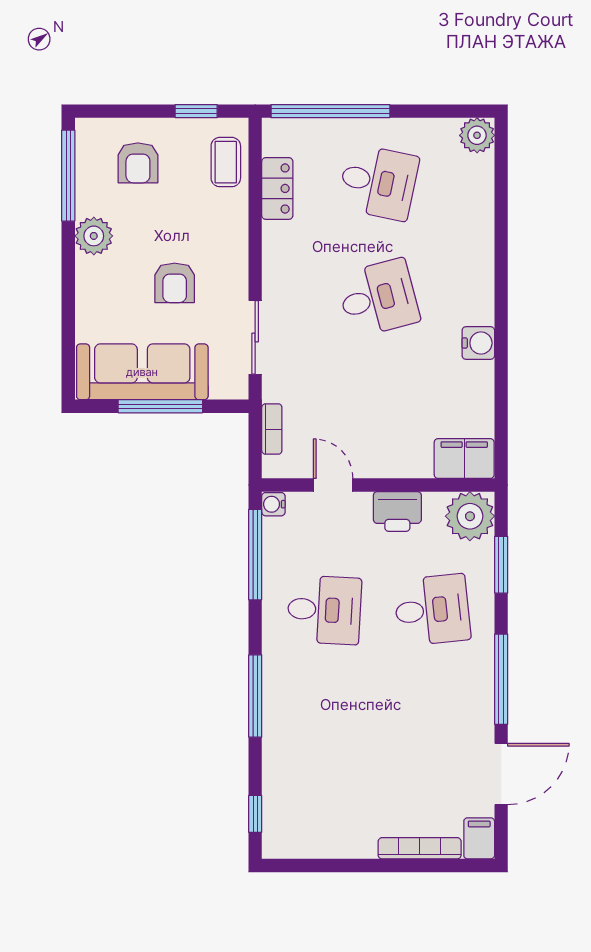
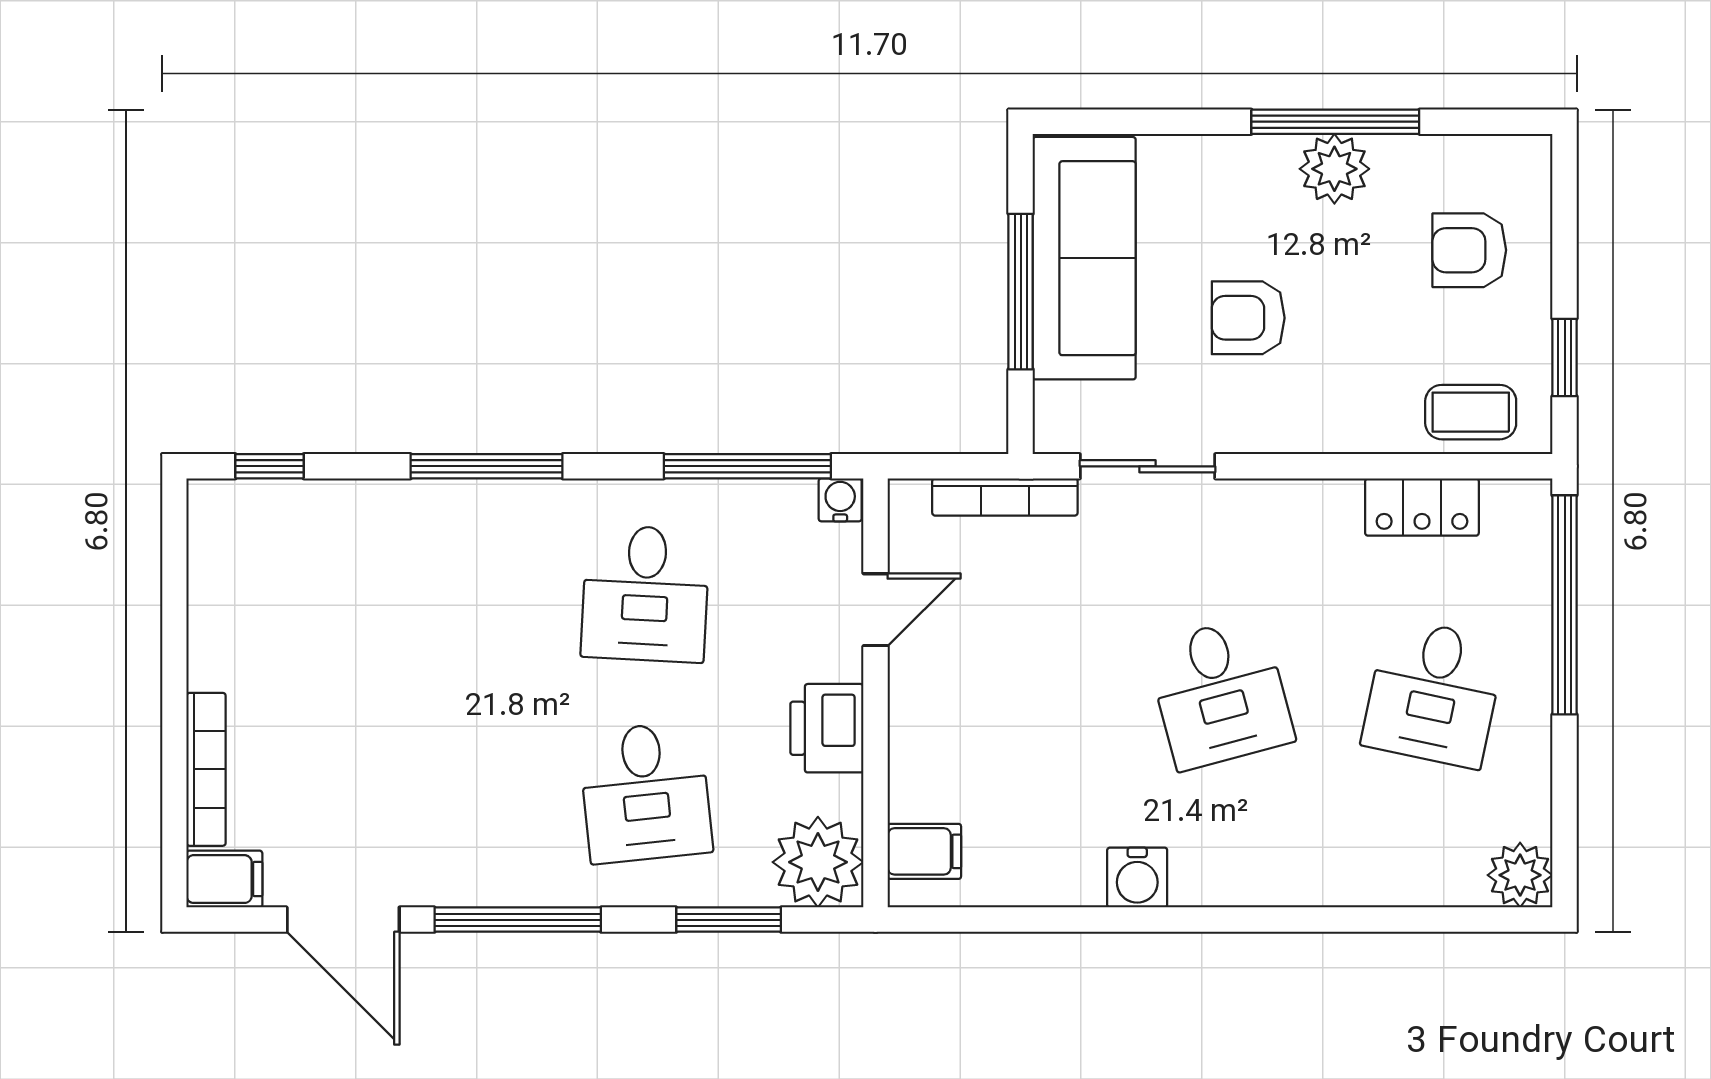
window: (68, 176) -> (1335, 122), moved
bookcase: (272, 429) -> (1005, 497), width x1.56
filing cabinet: (464, 459) -> (924, 851), width x0.50

